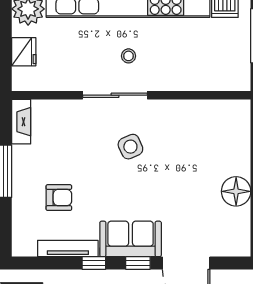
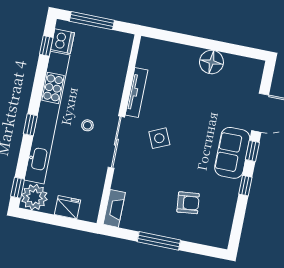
fireplace: (21, 122) -> (114, 208), moved, turned 90
armchair: (59, 198) -> (188, 203), turned 84
tv unit: (68, 249) -> (137, 92), moved, turned 180

